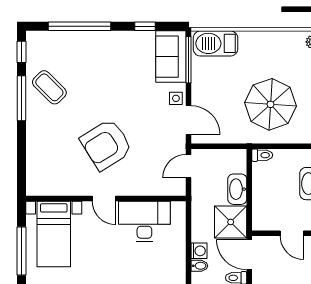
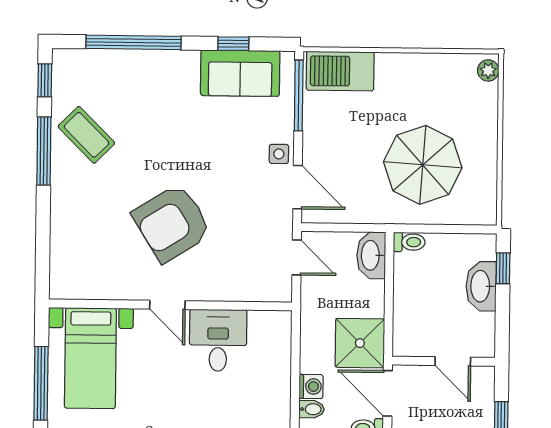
sofa: (171, 57) -> (240, 73), moved, turned -90
door: (188, 166) -> (297, 257), swing flipped
washbasin: (237, 189) -> (371, 255), moved
desk: (144, 221) -> (218, 340), width x0.73

